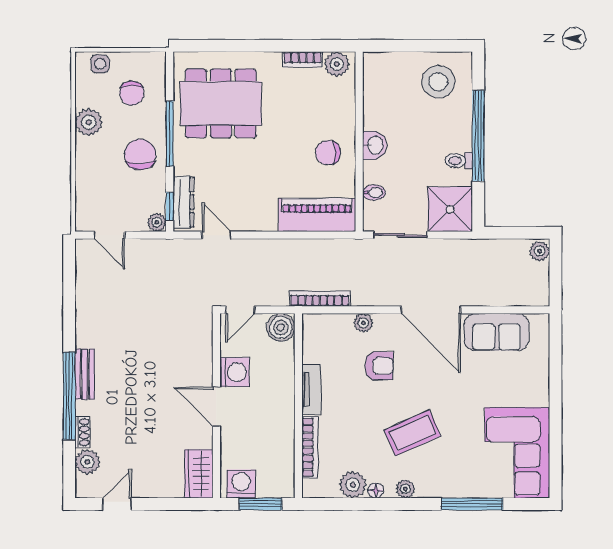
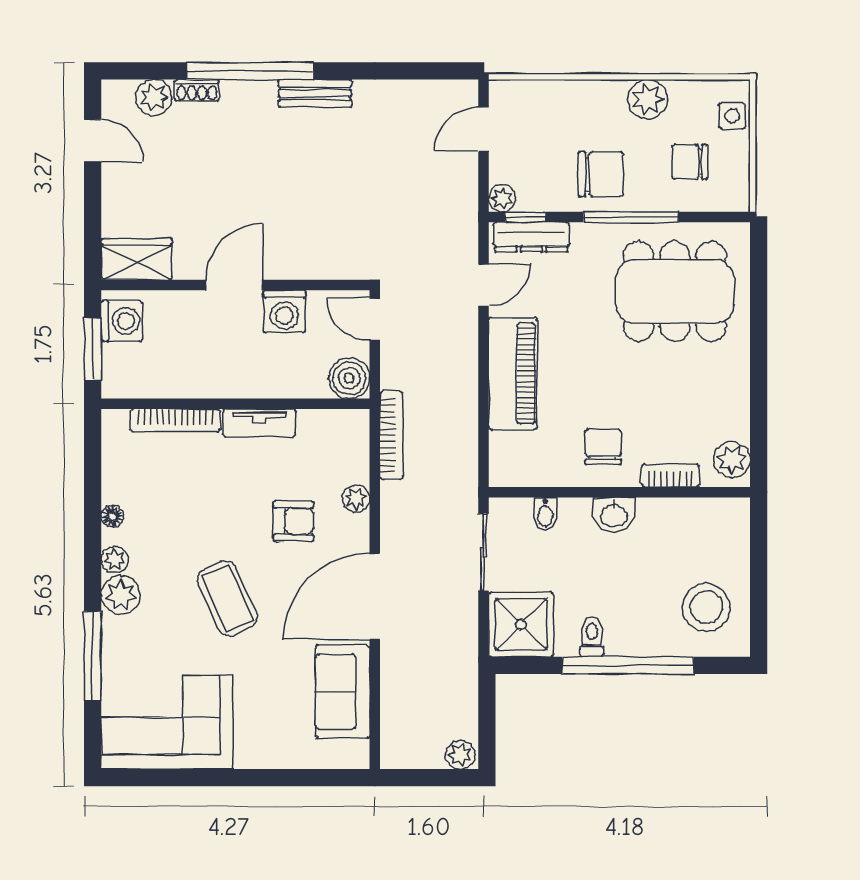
bookcase: (303, 60) -> (670, 476), moved, turned 90
dining table: (221, 103) -> (675, 291), turned 90
piano: (317, 215) -> (513, 374), moved
armchair: (379, 366) -> (293, 521), turned -90
bench: (85, 374) -> (315, 93), moved
coffee table: (412, 433) -> (227, 598), moved
plant: (353, 485) -> (121, 595), moved

